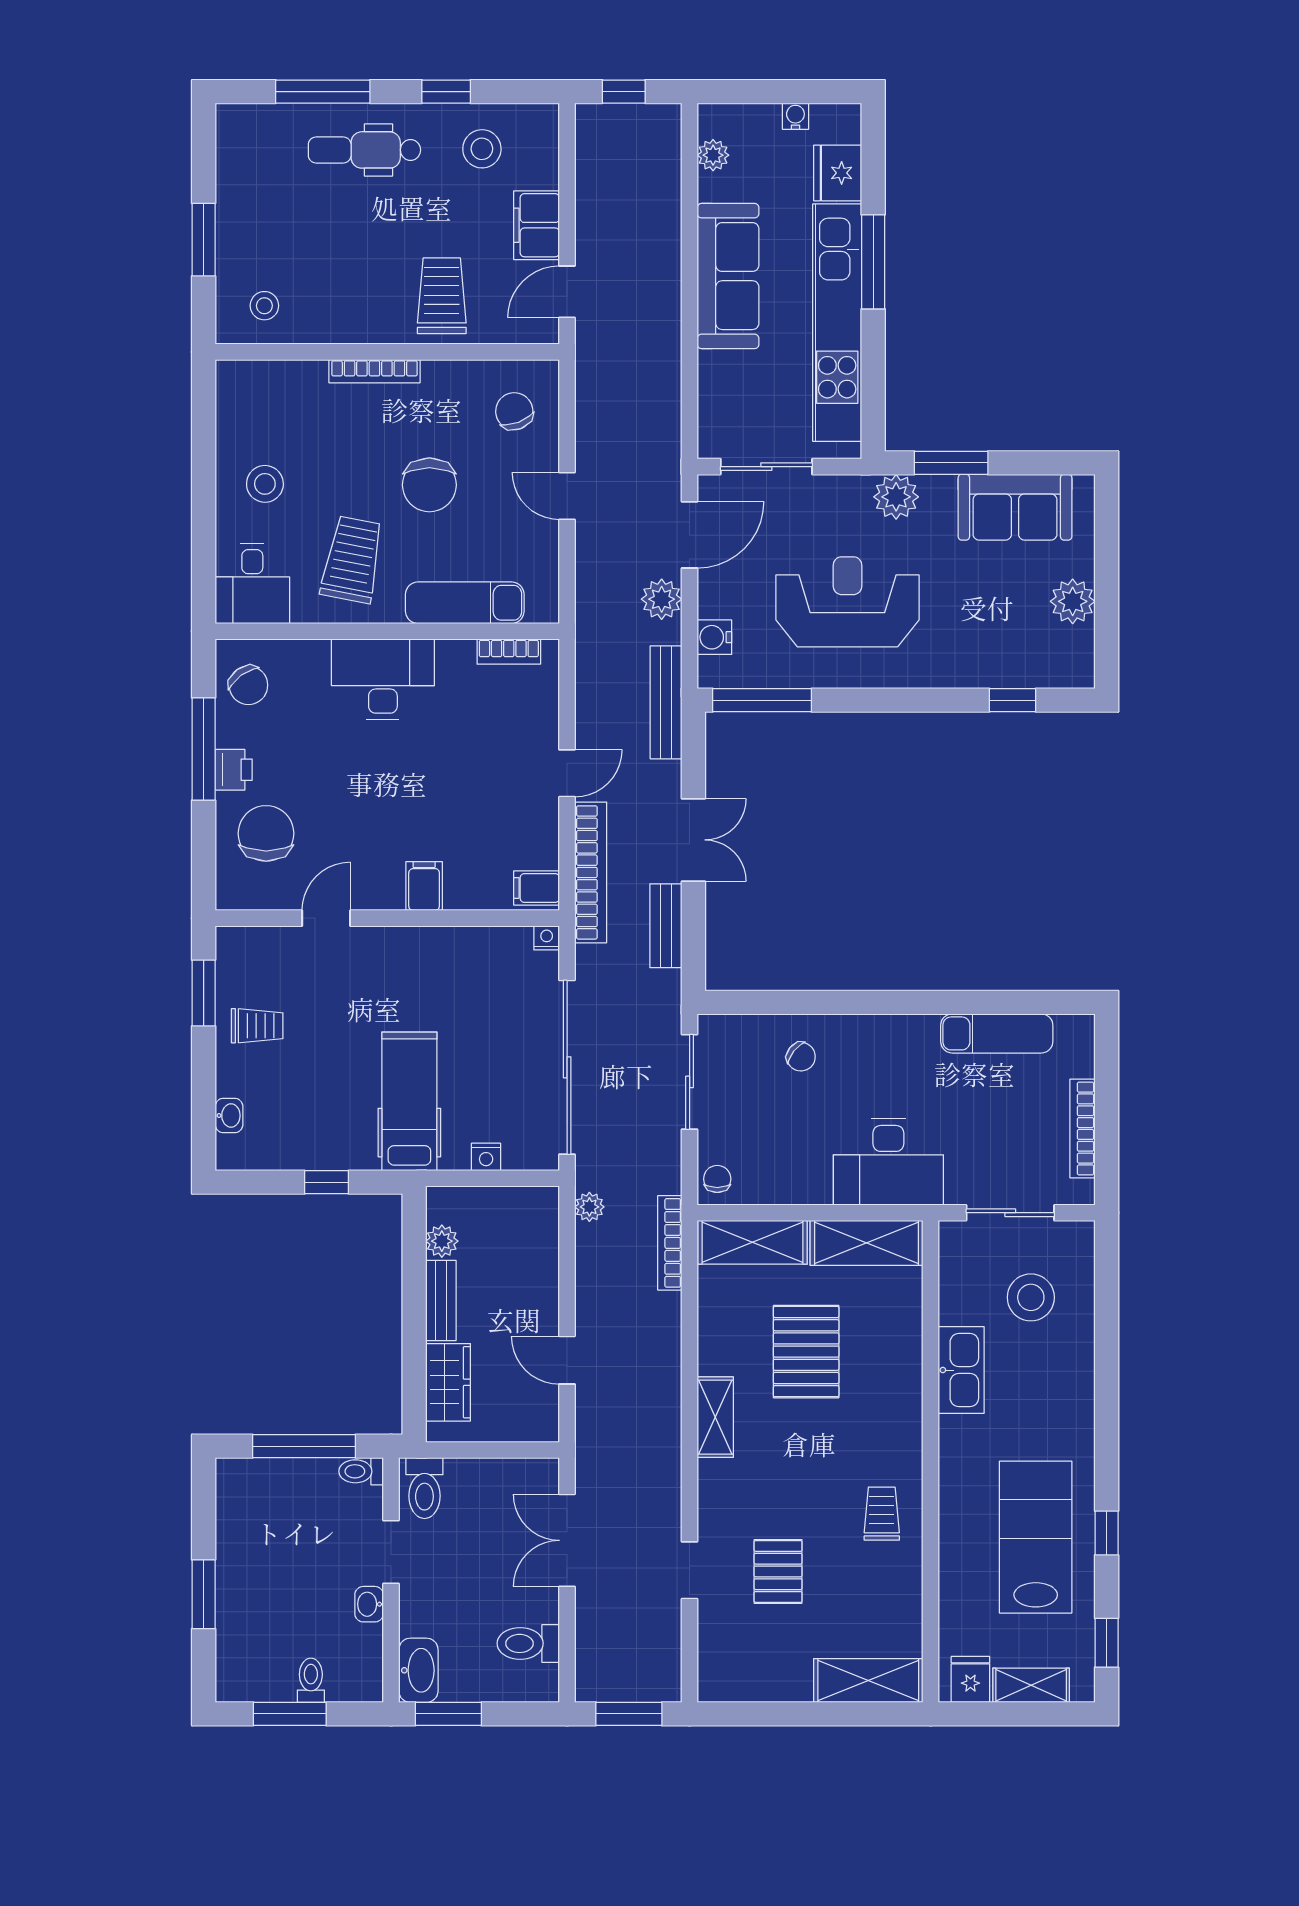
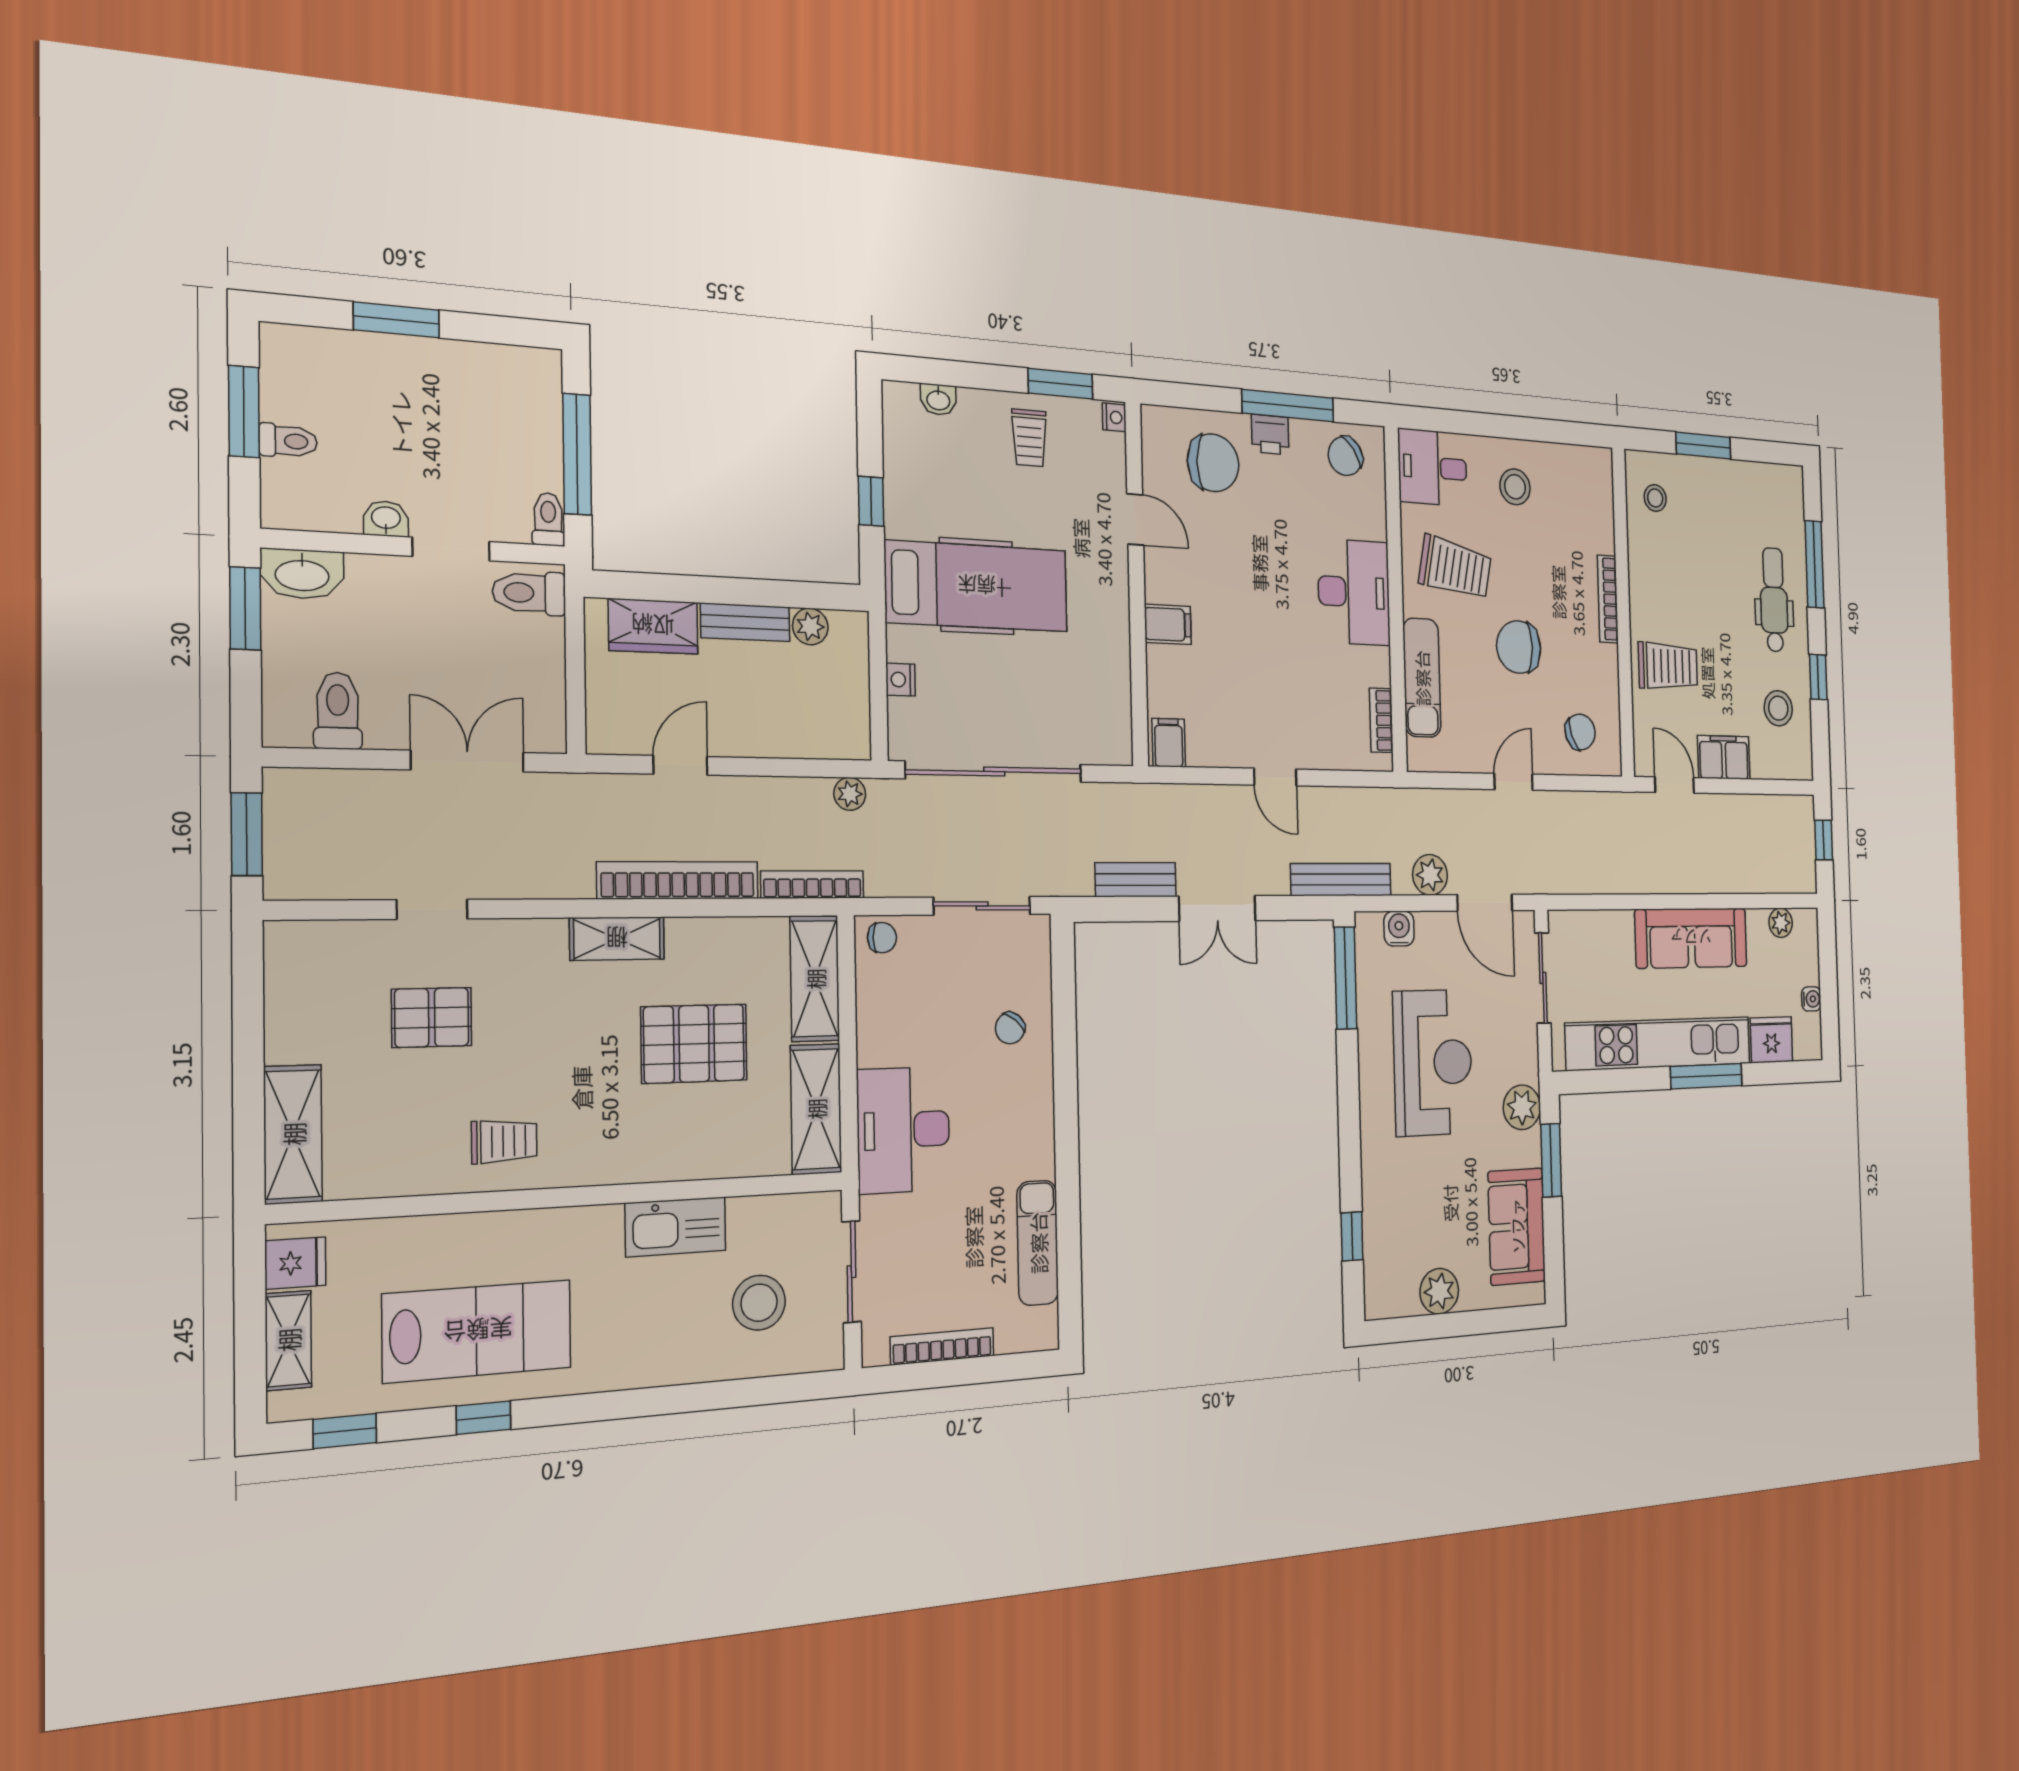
bookcase: (591, 872) -> (678, 880), moved, turned 180
nightstand: (547, 938) -> (1114, 417), moved
hospital bed: (409, 1101) -> (977, 586), width x1.37, depth x1.29

